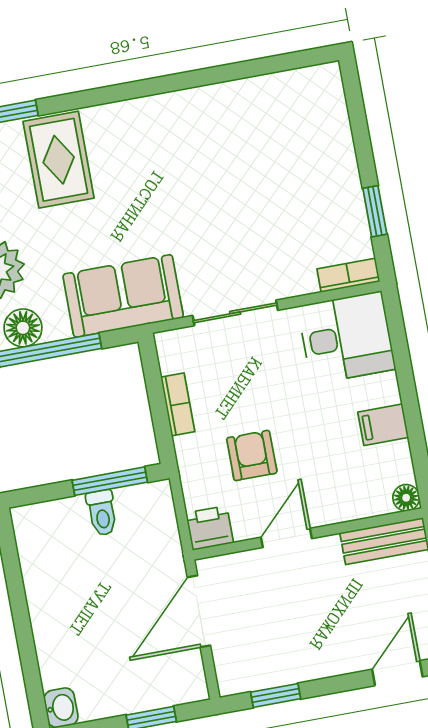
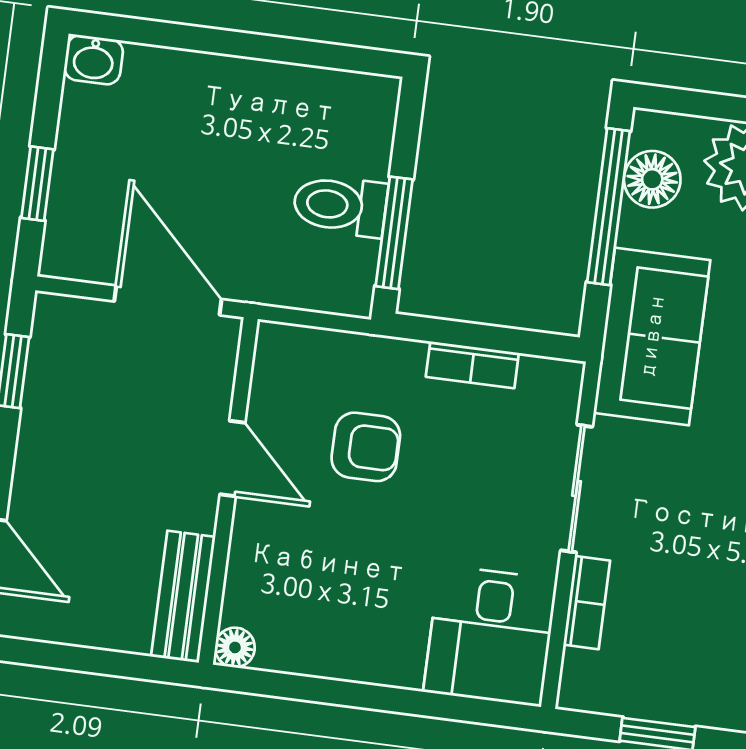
bookcase: (348, 275) -> (587, 603), moved
filing cabinet: (383, 425) -> (350, 648), removed
toilet: (102, 513) -> (340, 206), width x1.37, depth x1.39
printer: (210, 528) -> (282, 354), removed

